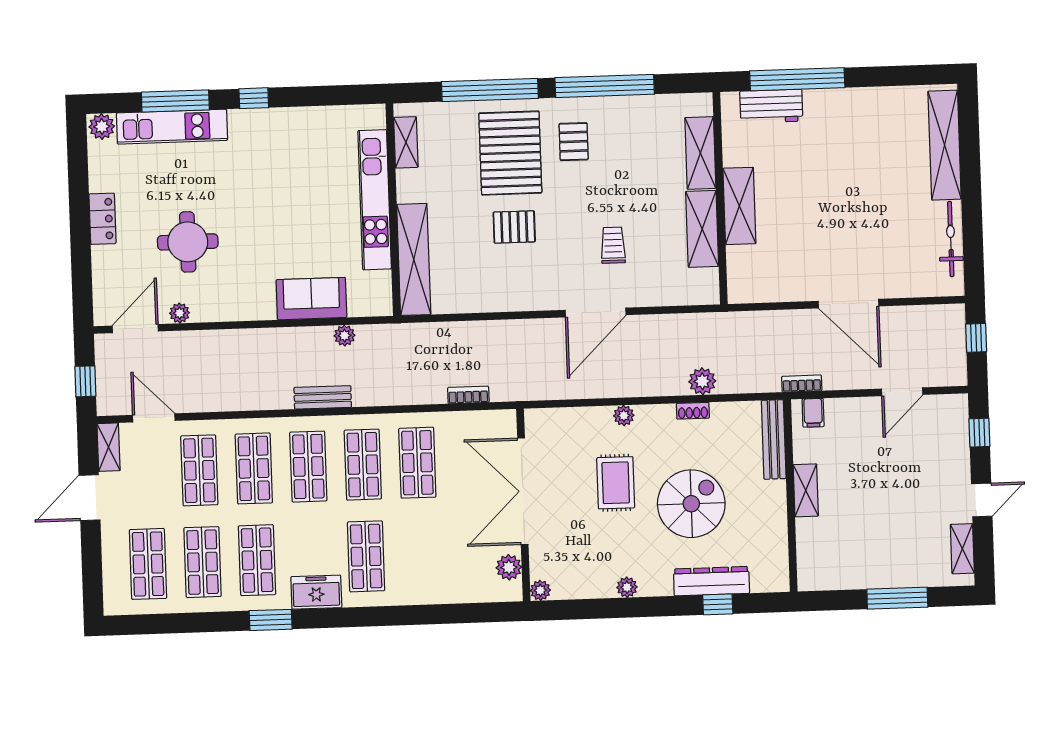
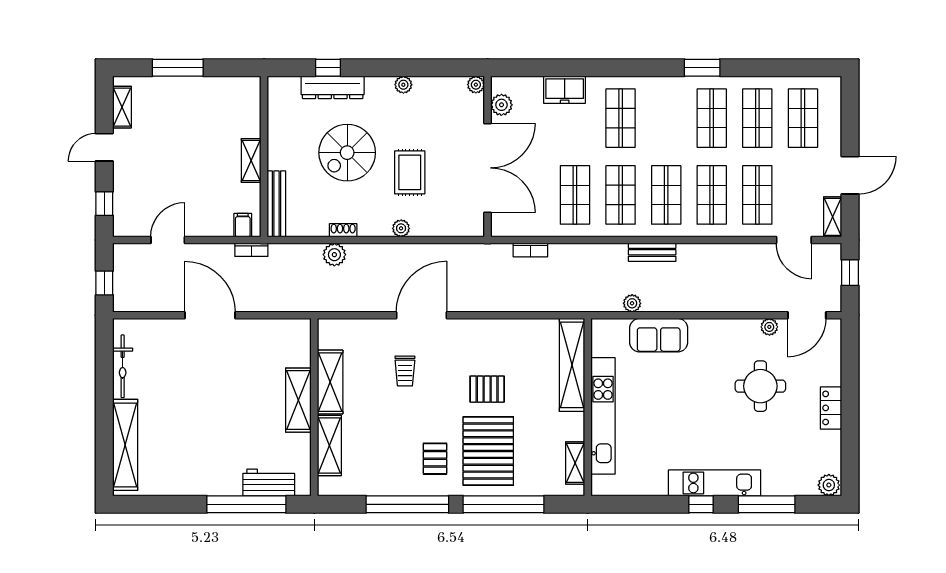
kitchen unit: (172, 127) -> (715, 483), moved
freezer: (316, 592) -> (565, 90), moved

